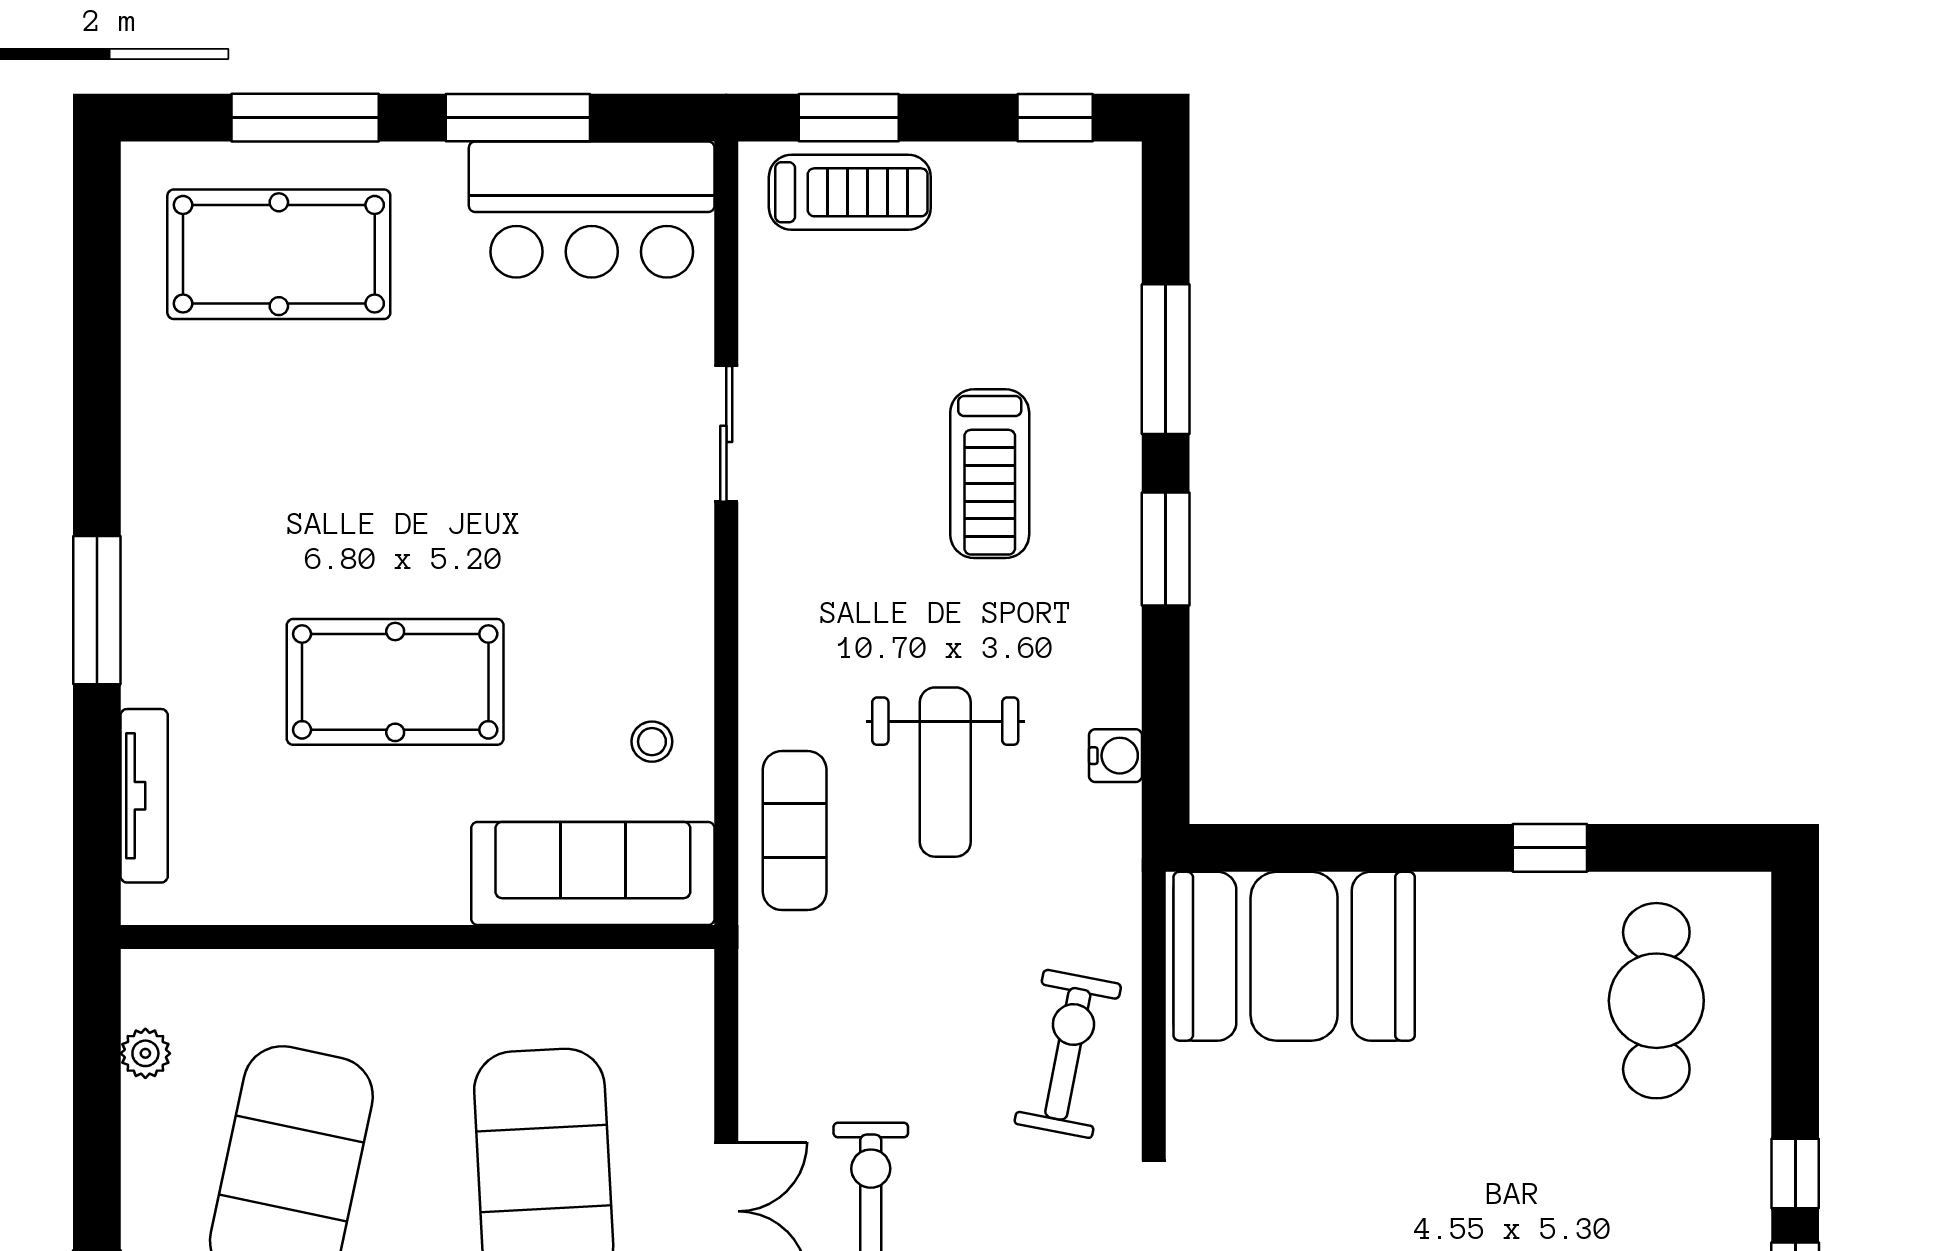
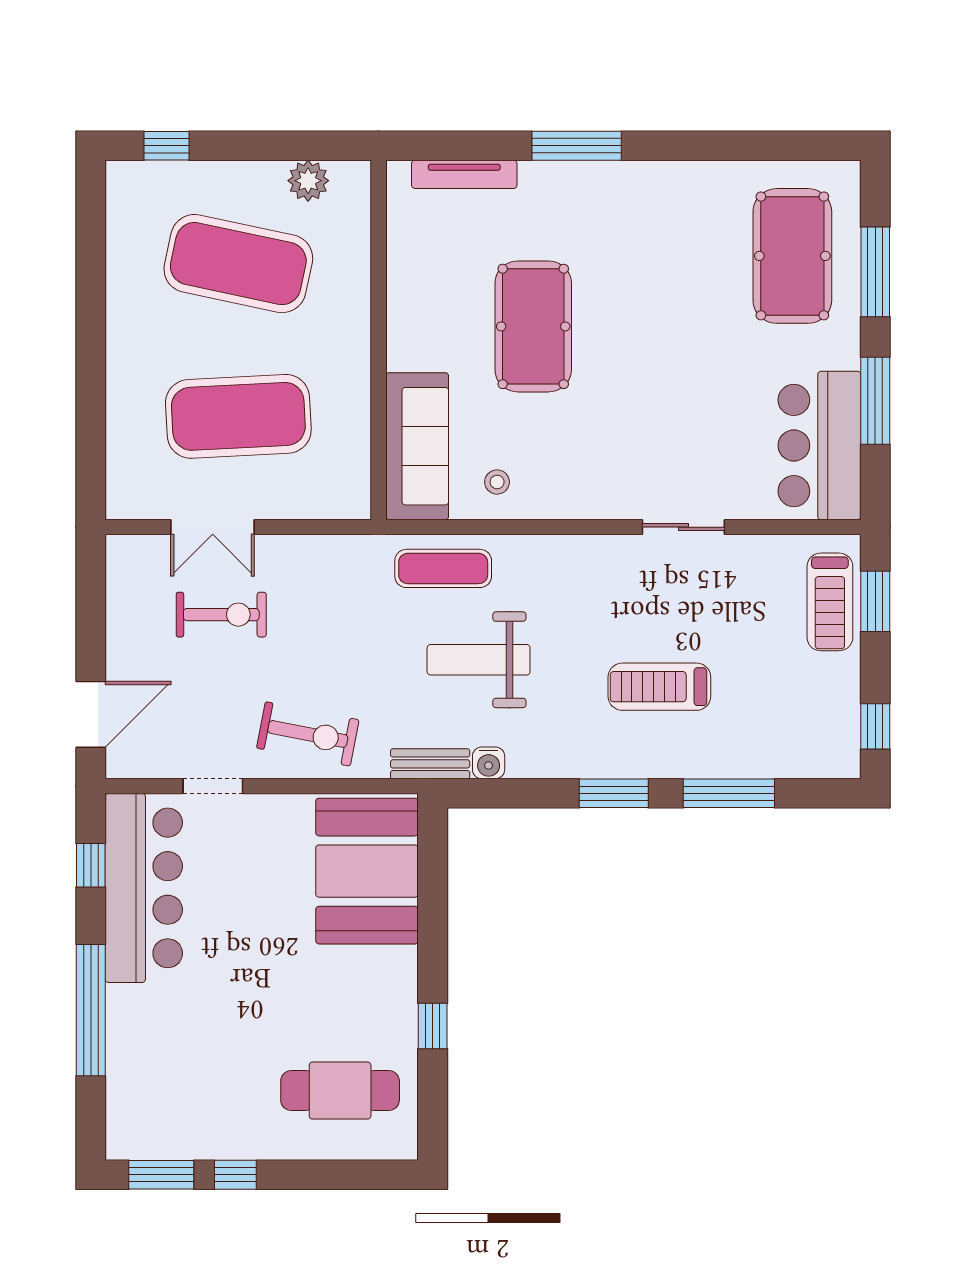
bench: (1117, 852) -> (430, 764), added
plant: (145, 1053) -> (308, 181), width x1.38, depth x1.38

